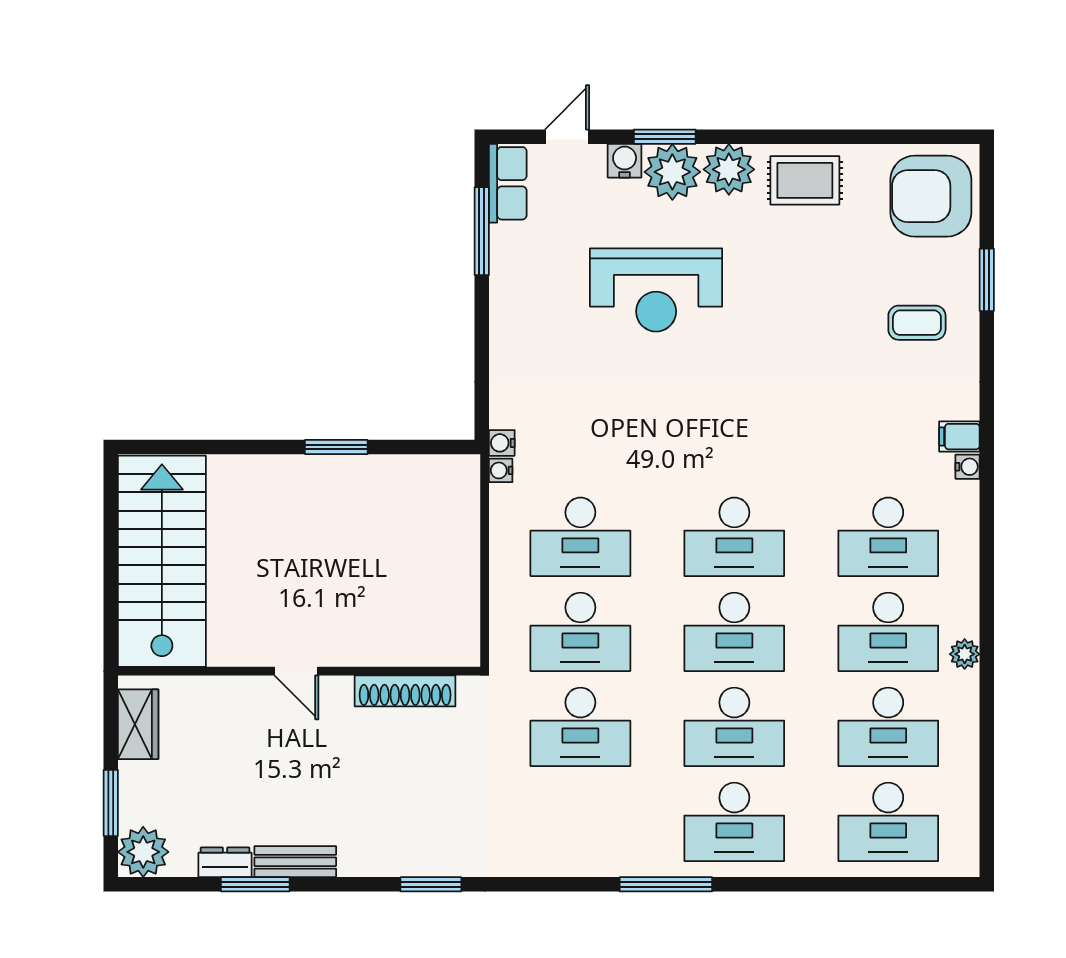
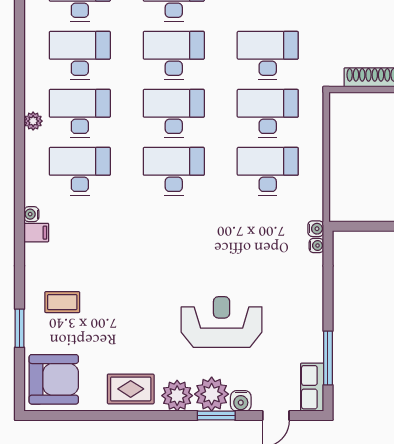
water cooler: (501, 470) -> (316, 245), moved
plant: (965, 654) -> (33, 121), moved

